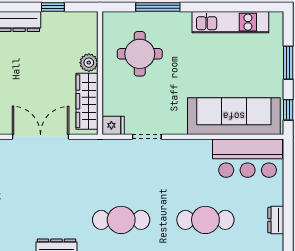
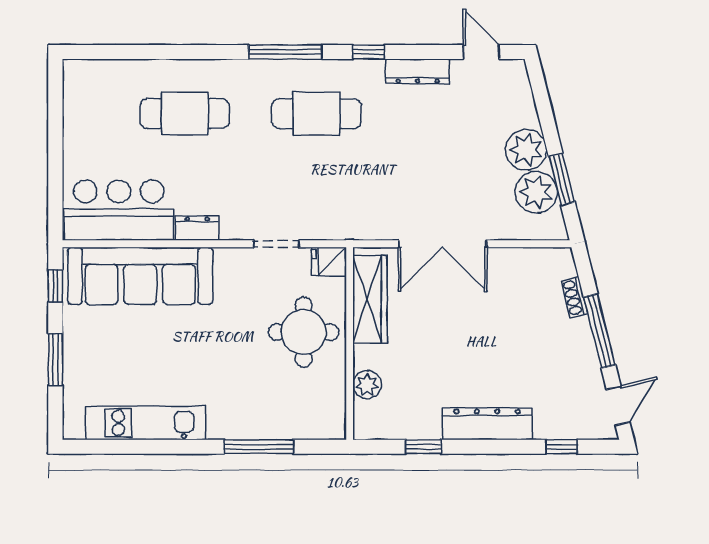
round table: (140, 54) -> (304, 332), moved
plant: (89, 63) -> (367, 385), moved
dresser: (276, 220) -> (197, 228), moved, turned -90

